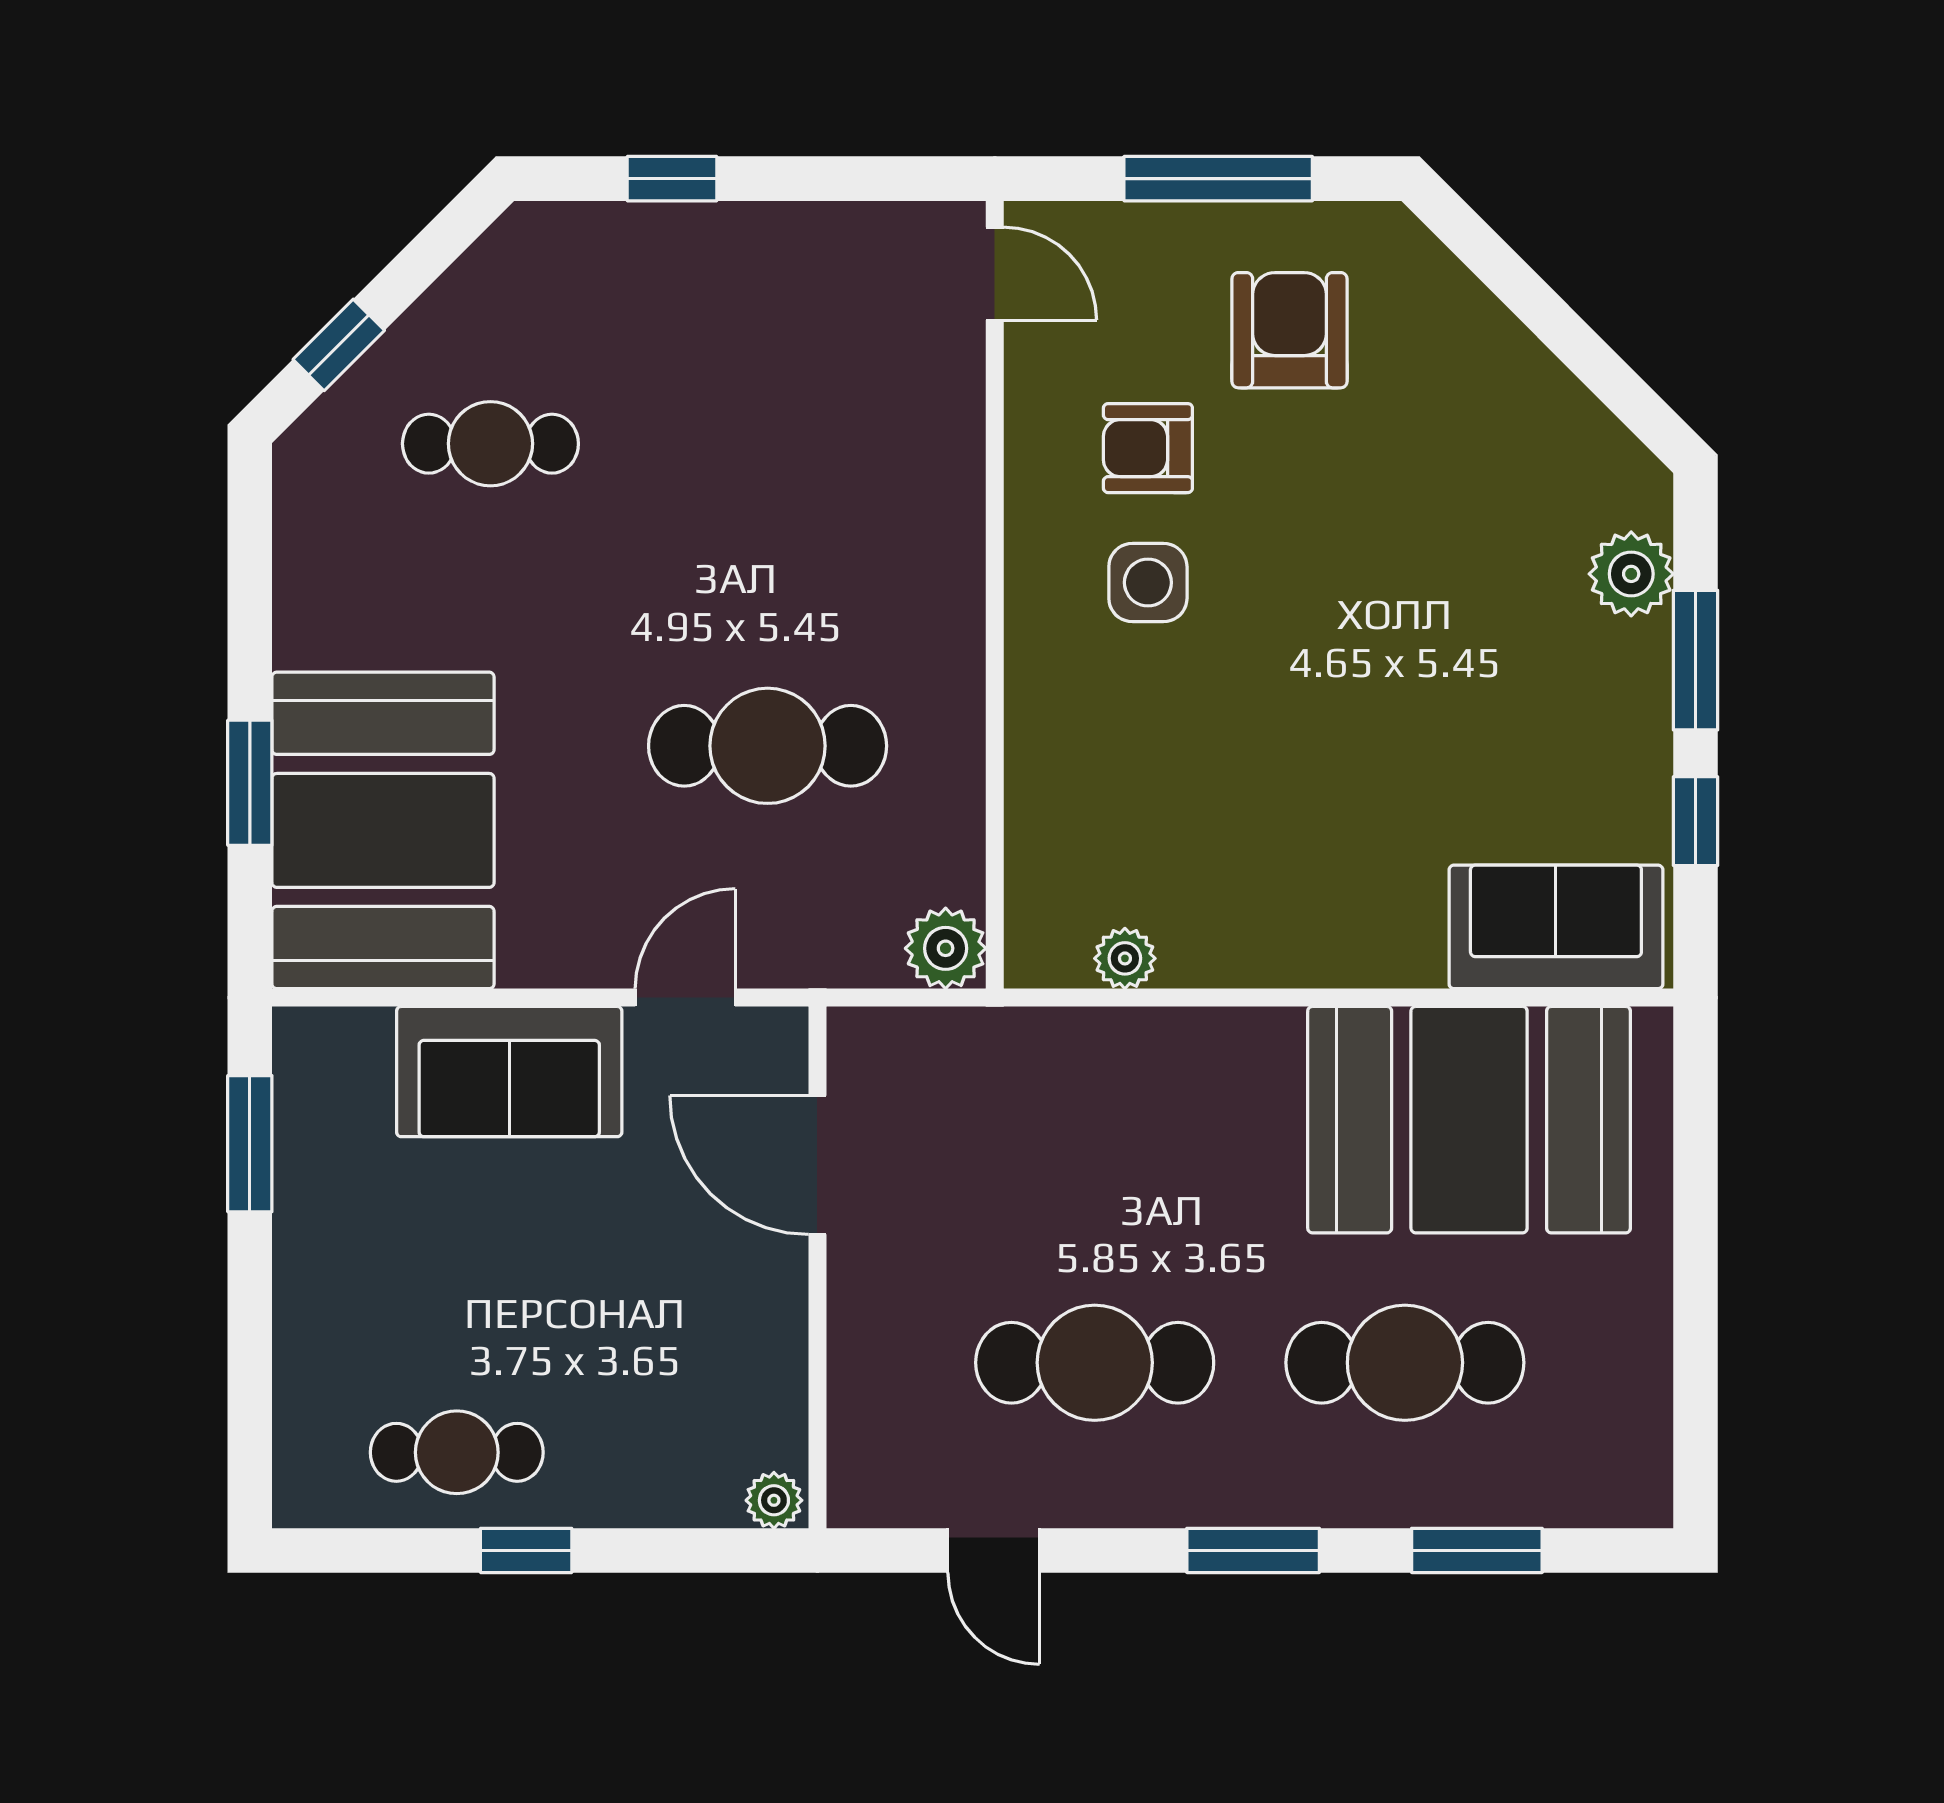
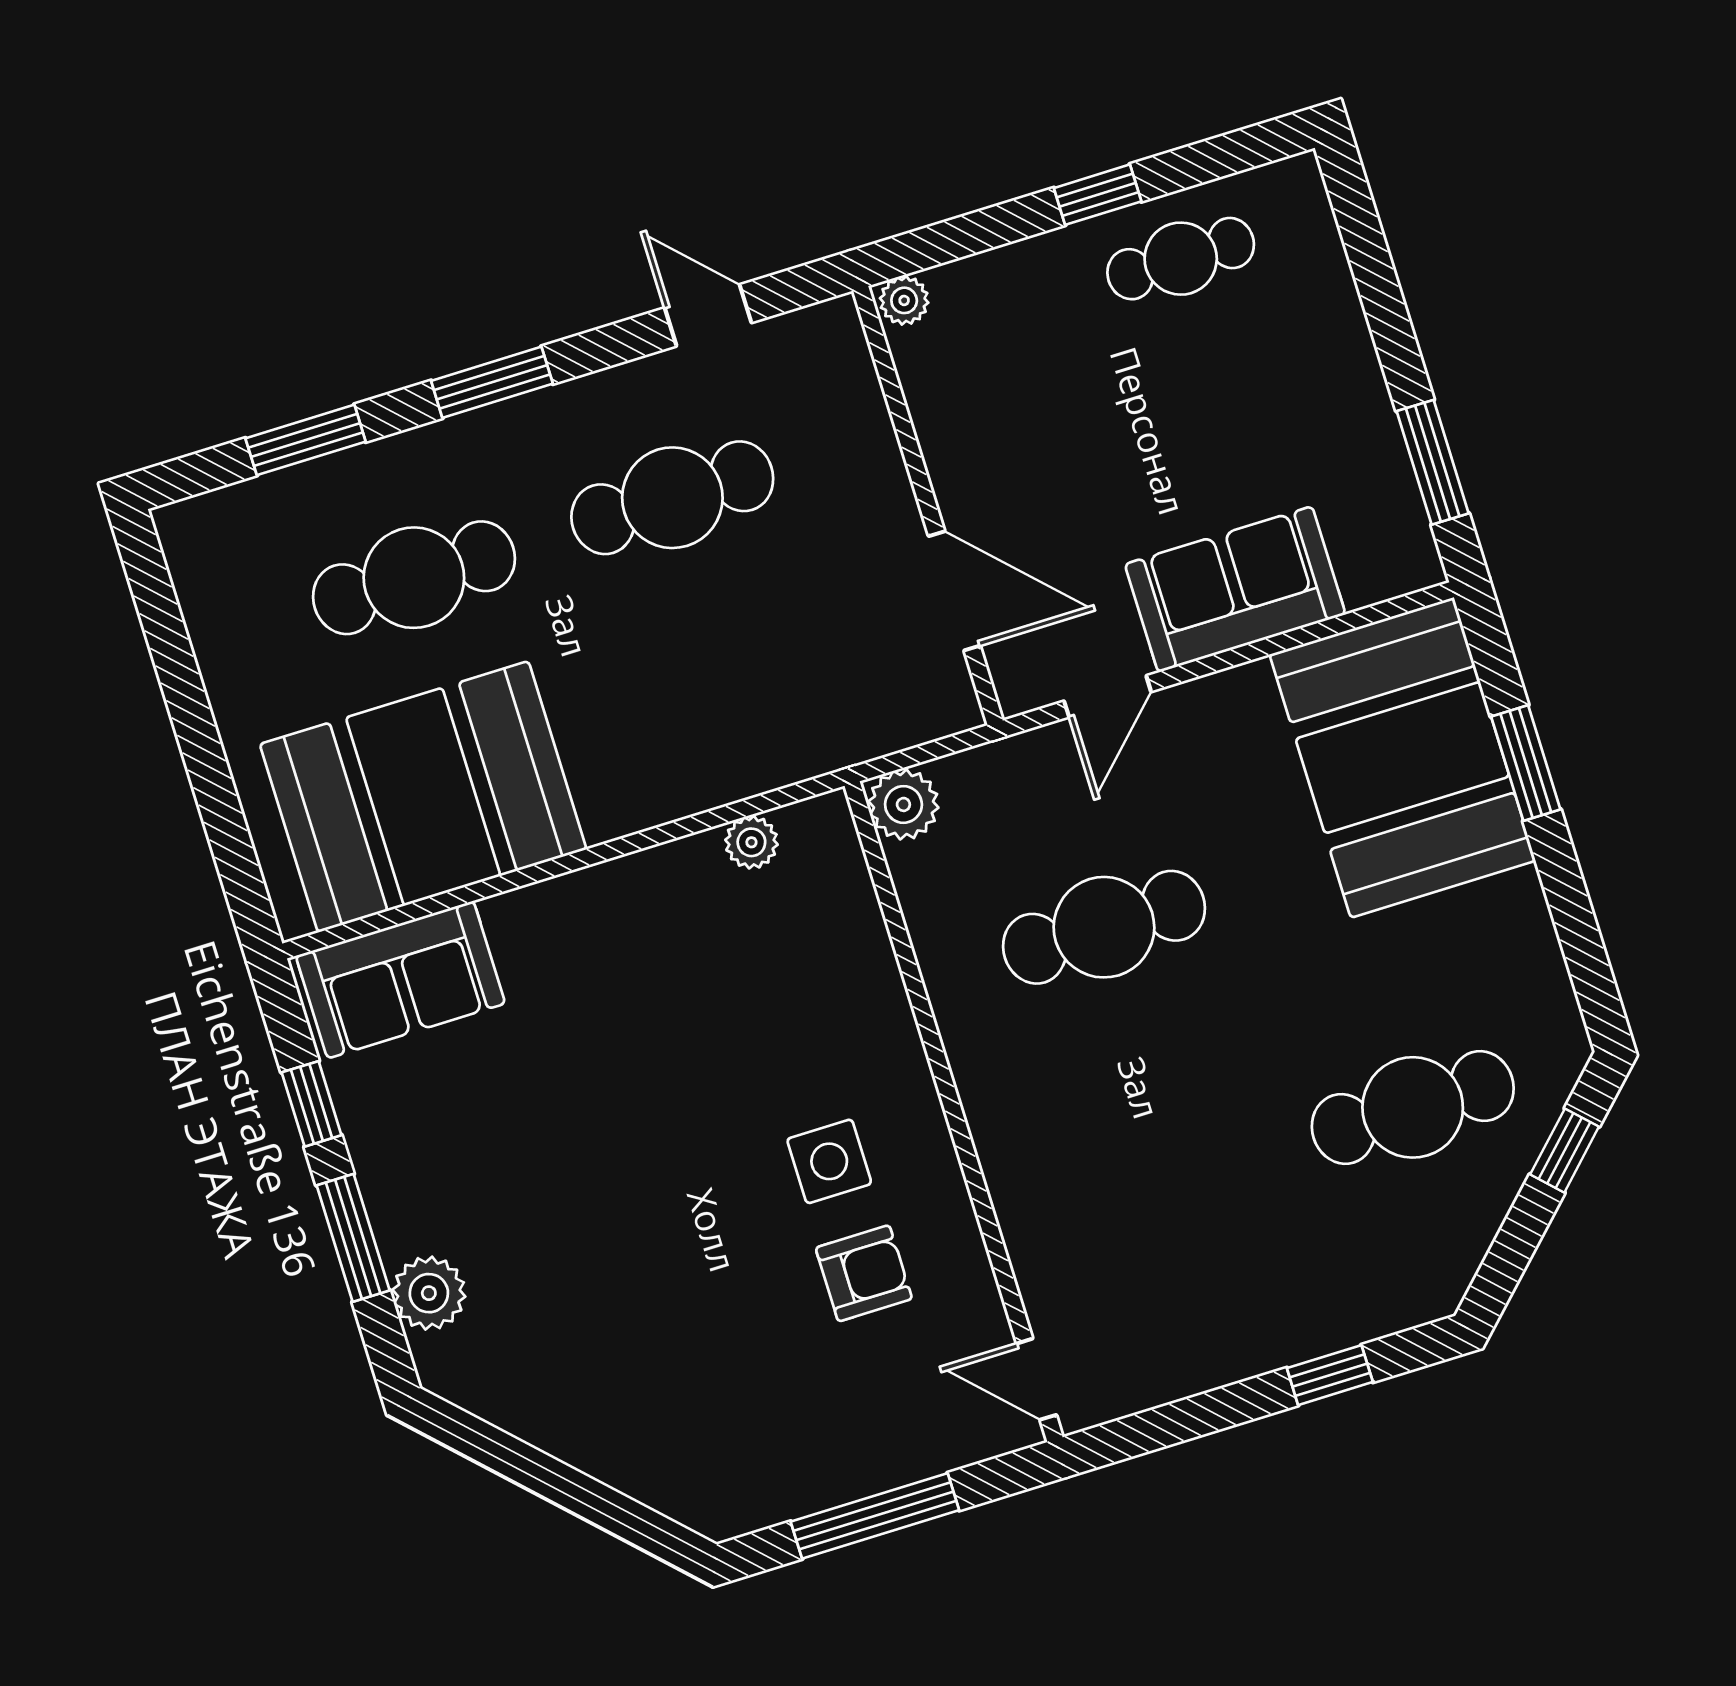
armchair: (1289, 330) -> (776, 1408), removed
cafe table: (490, 444) -> (1413, 1107), width x1.37, depth x1.35

